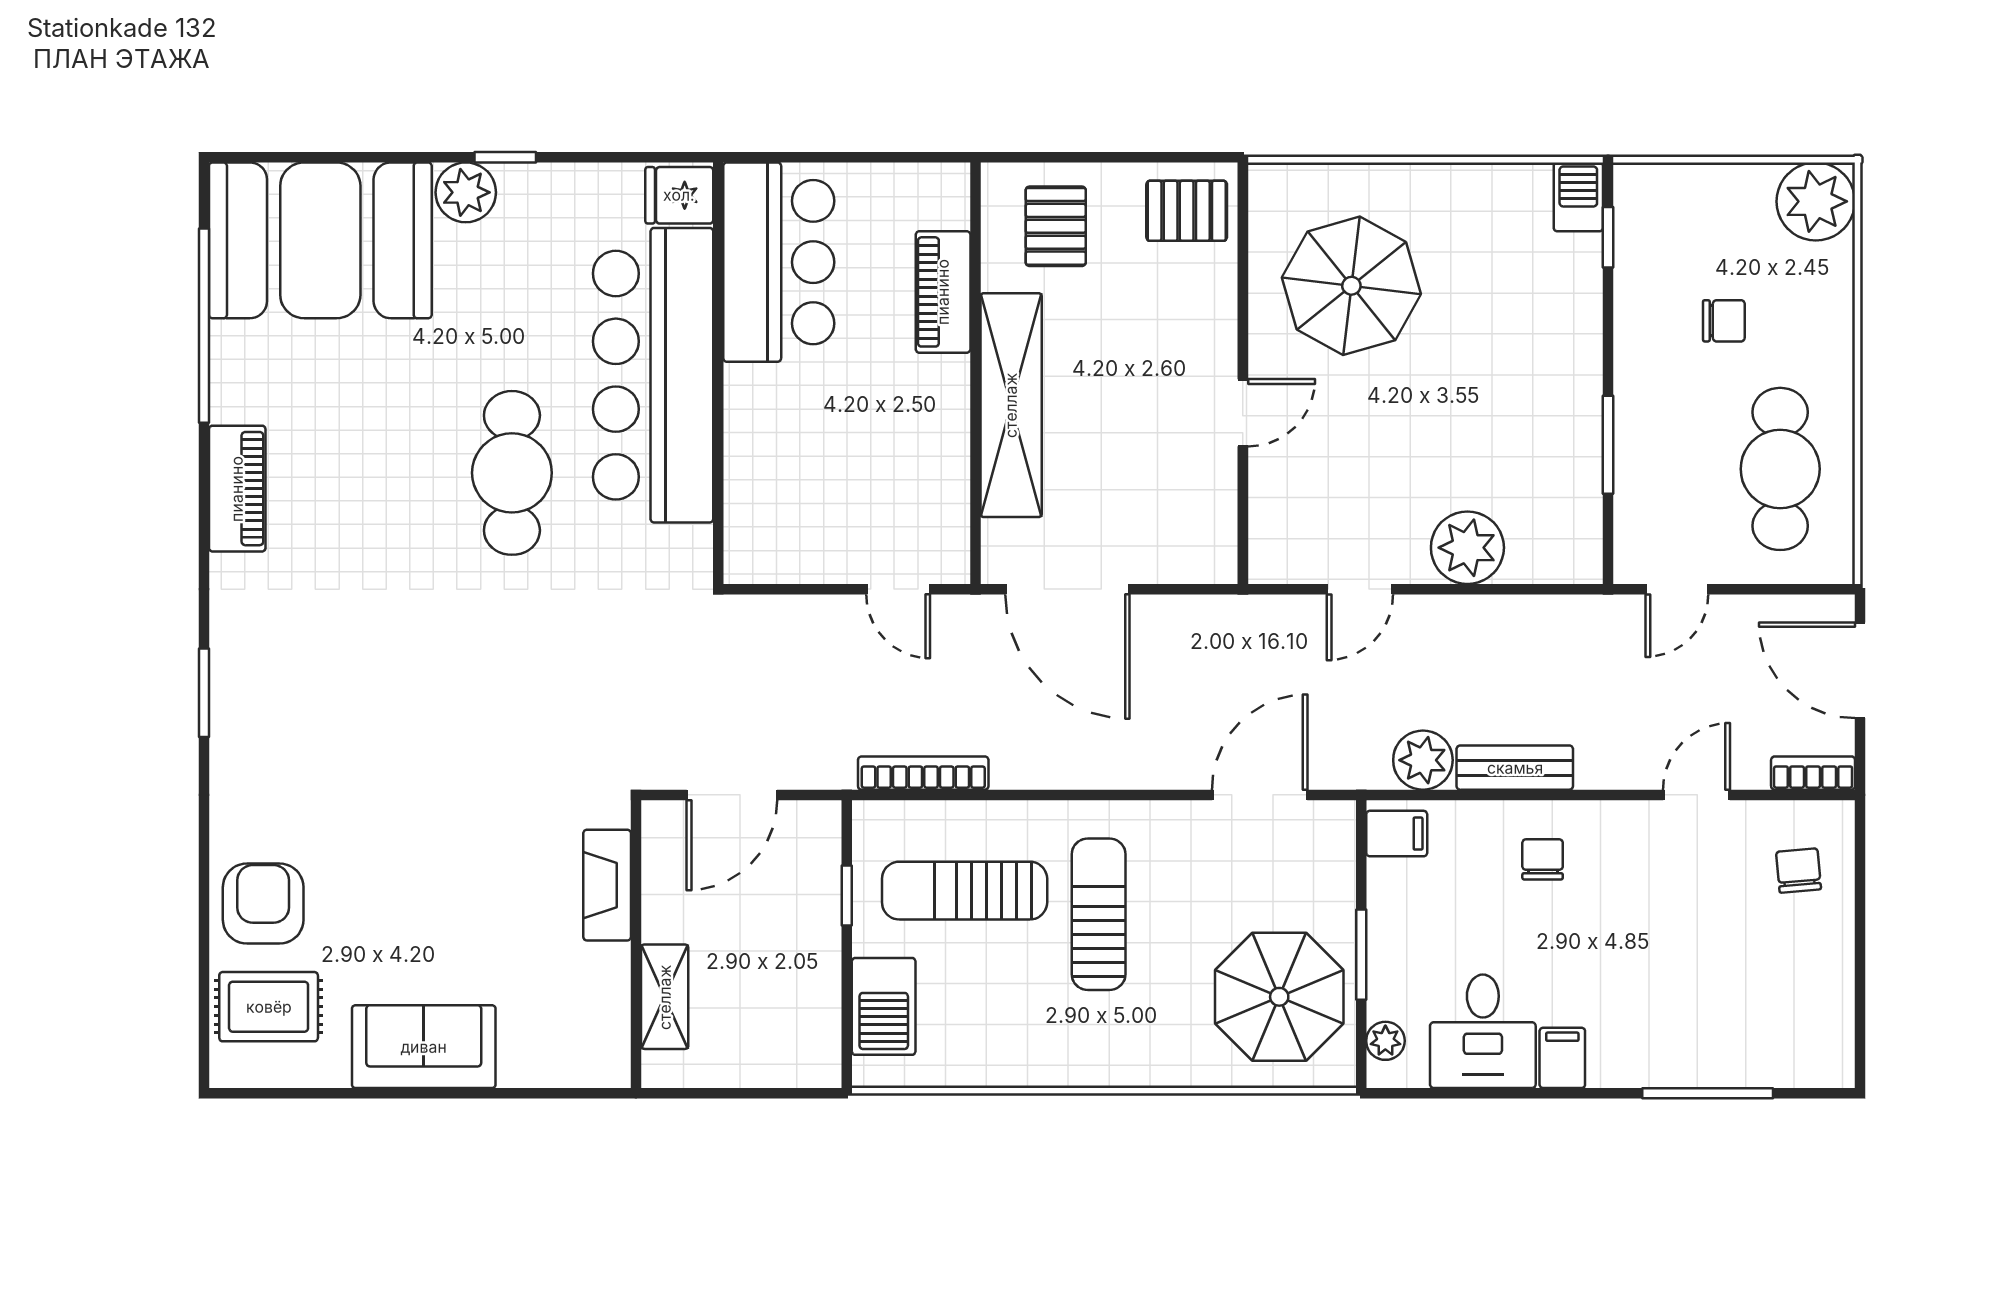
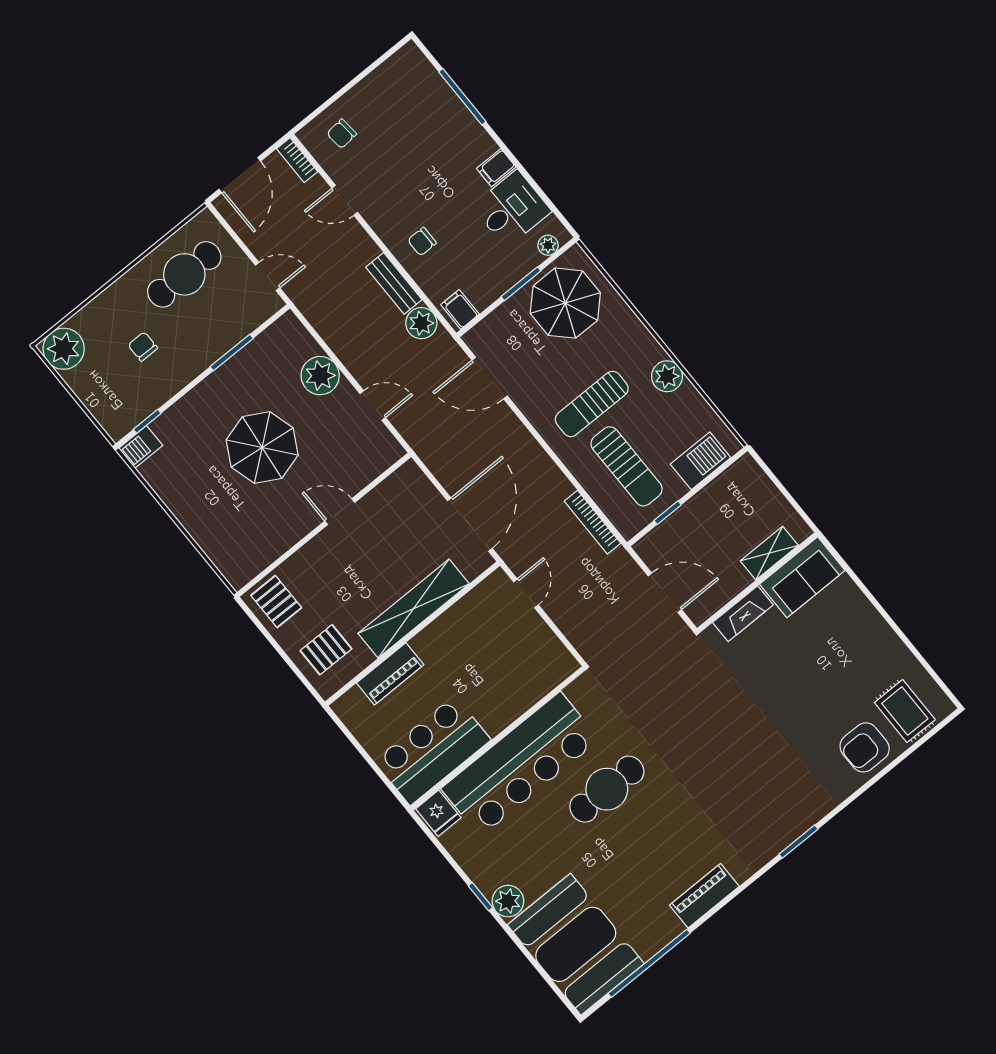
parasol: (1351, 286) -> (262, 447), moved
sofa: (424, 1047) -> (802, 577), moved, turned -90
plant: (1049, 1059) -> (667, 376), added

